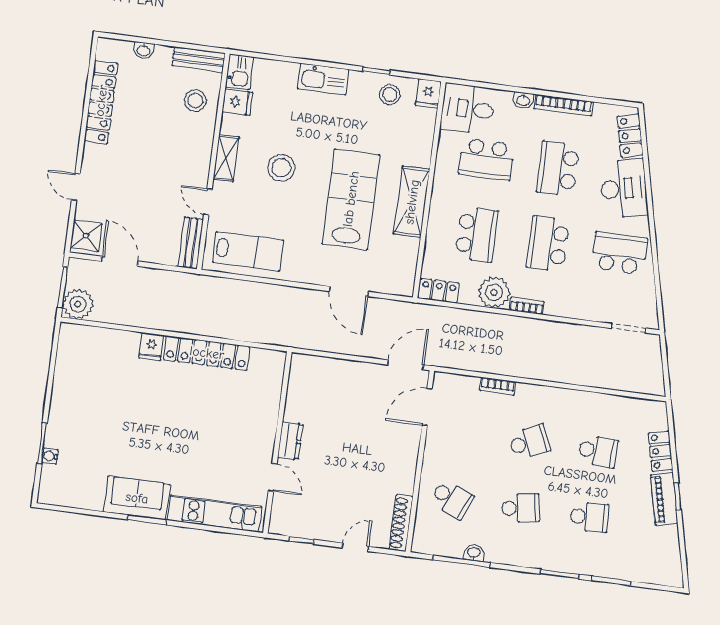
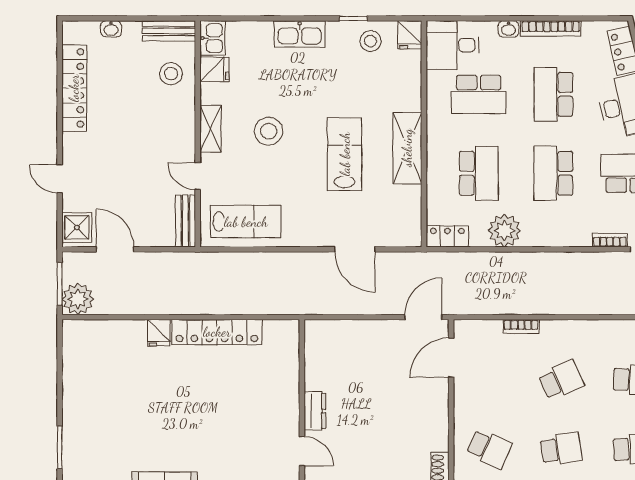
lab bench: (351, 199) -> (345, 154), width x0.73, depth x0.72
bookcase: (527, 306) -> (610, 240), moved
water cooler: (50, 456) -> (70, 459), removed

